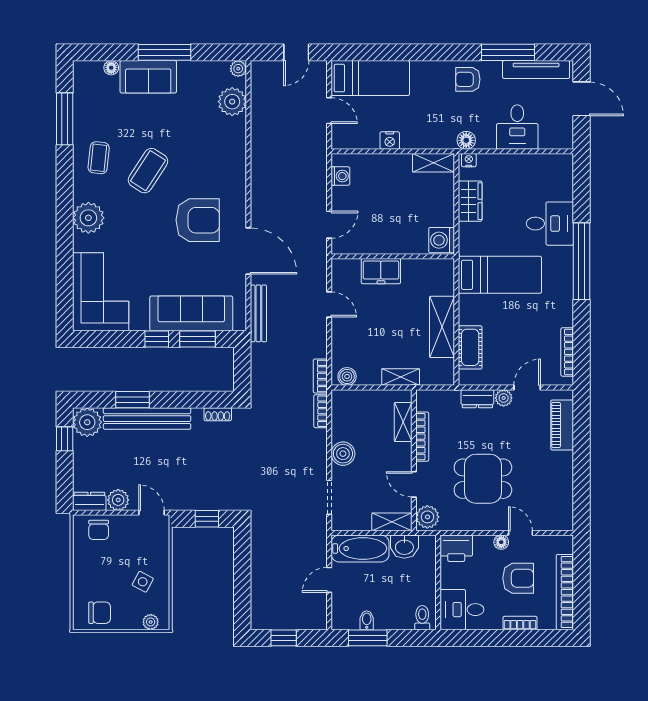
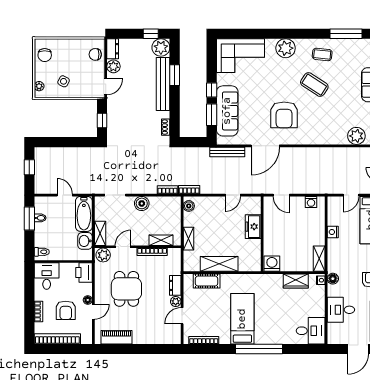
desk: (550, 224) -> (311, 331), moved, turned -90
bed: (500, 275) -> (242, 319), moved, turned 180
door: (527, 388) -> (182, 316), swing flipped
piano: (562, 425) -> (117, 337), moved

